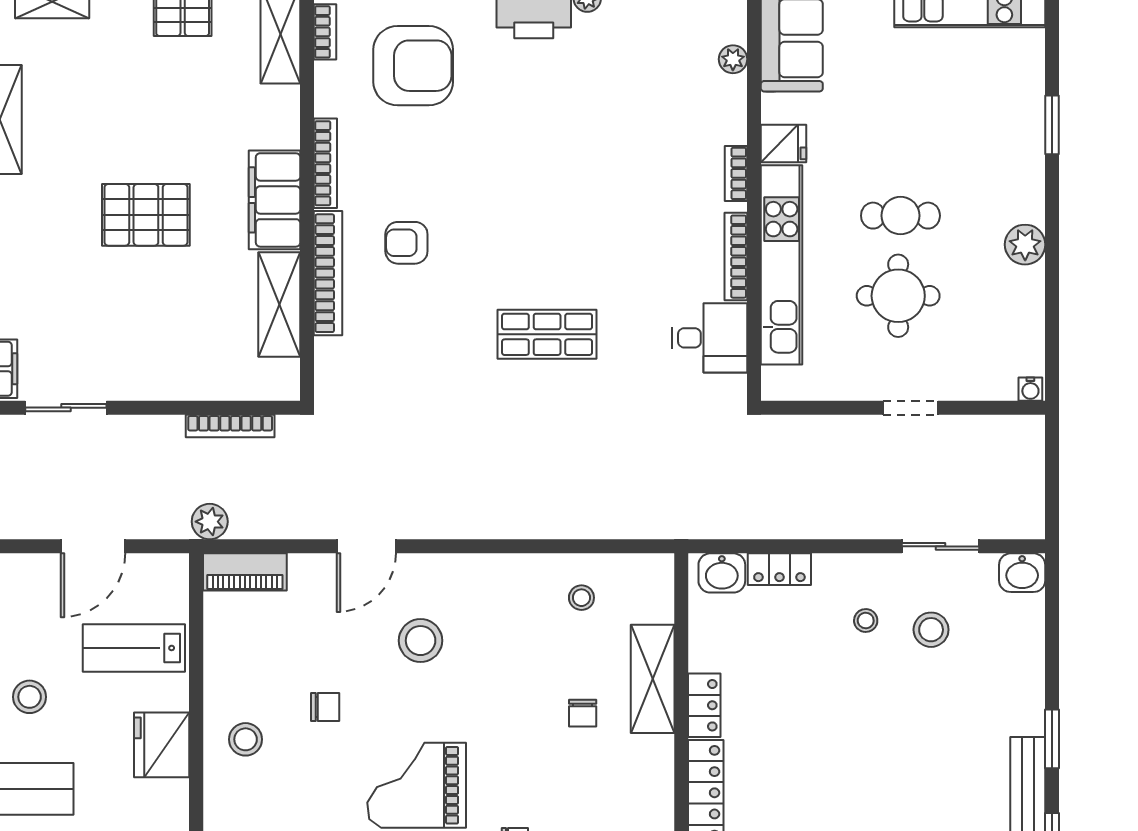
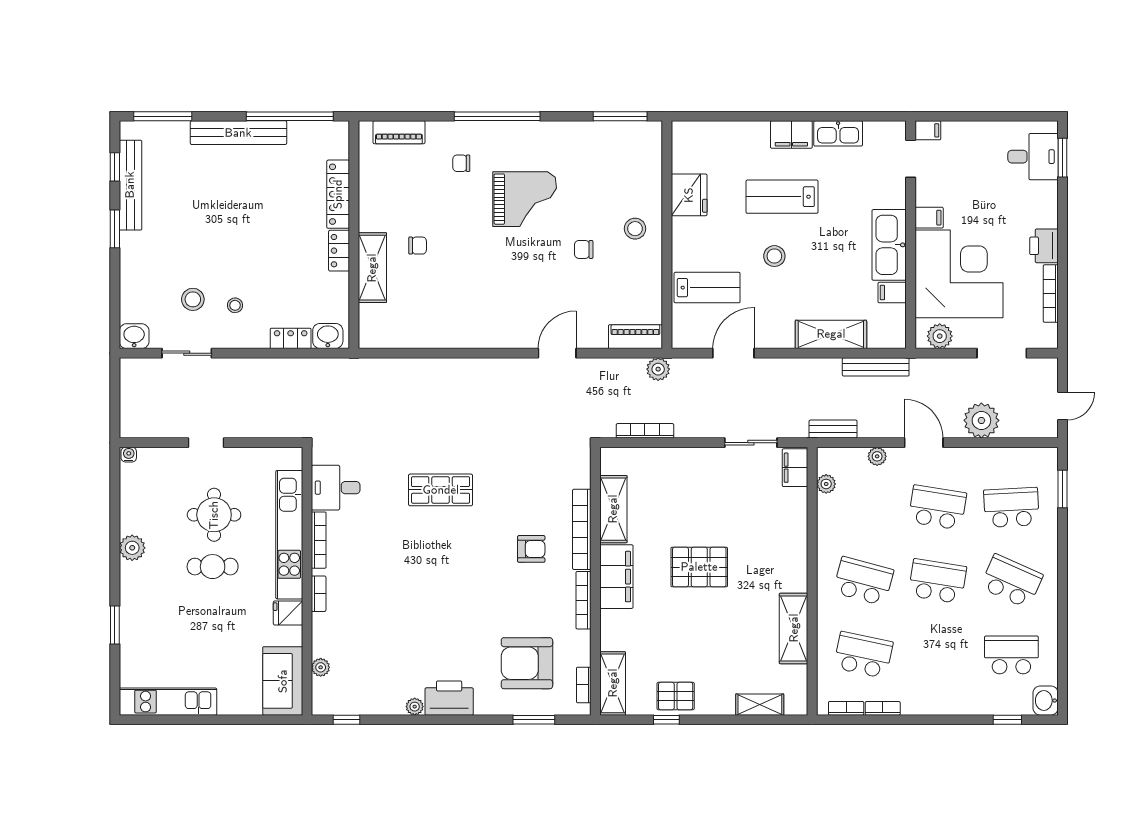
stool: (581, 598) -> (418, 320), removed
stool: (421, 641) -> (522, 292), removed
chair: (583, 713) -> (418, 246), turned 90
fridge: (162, 745) -> (689, 195), moved

